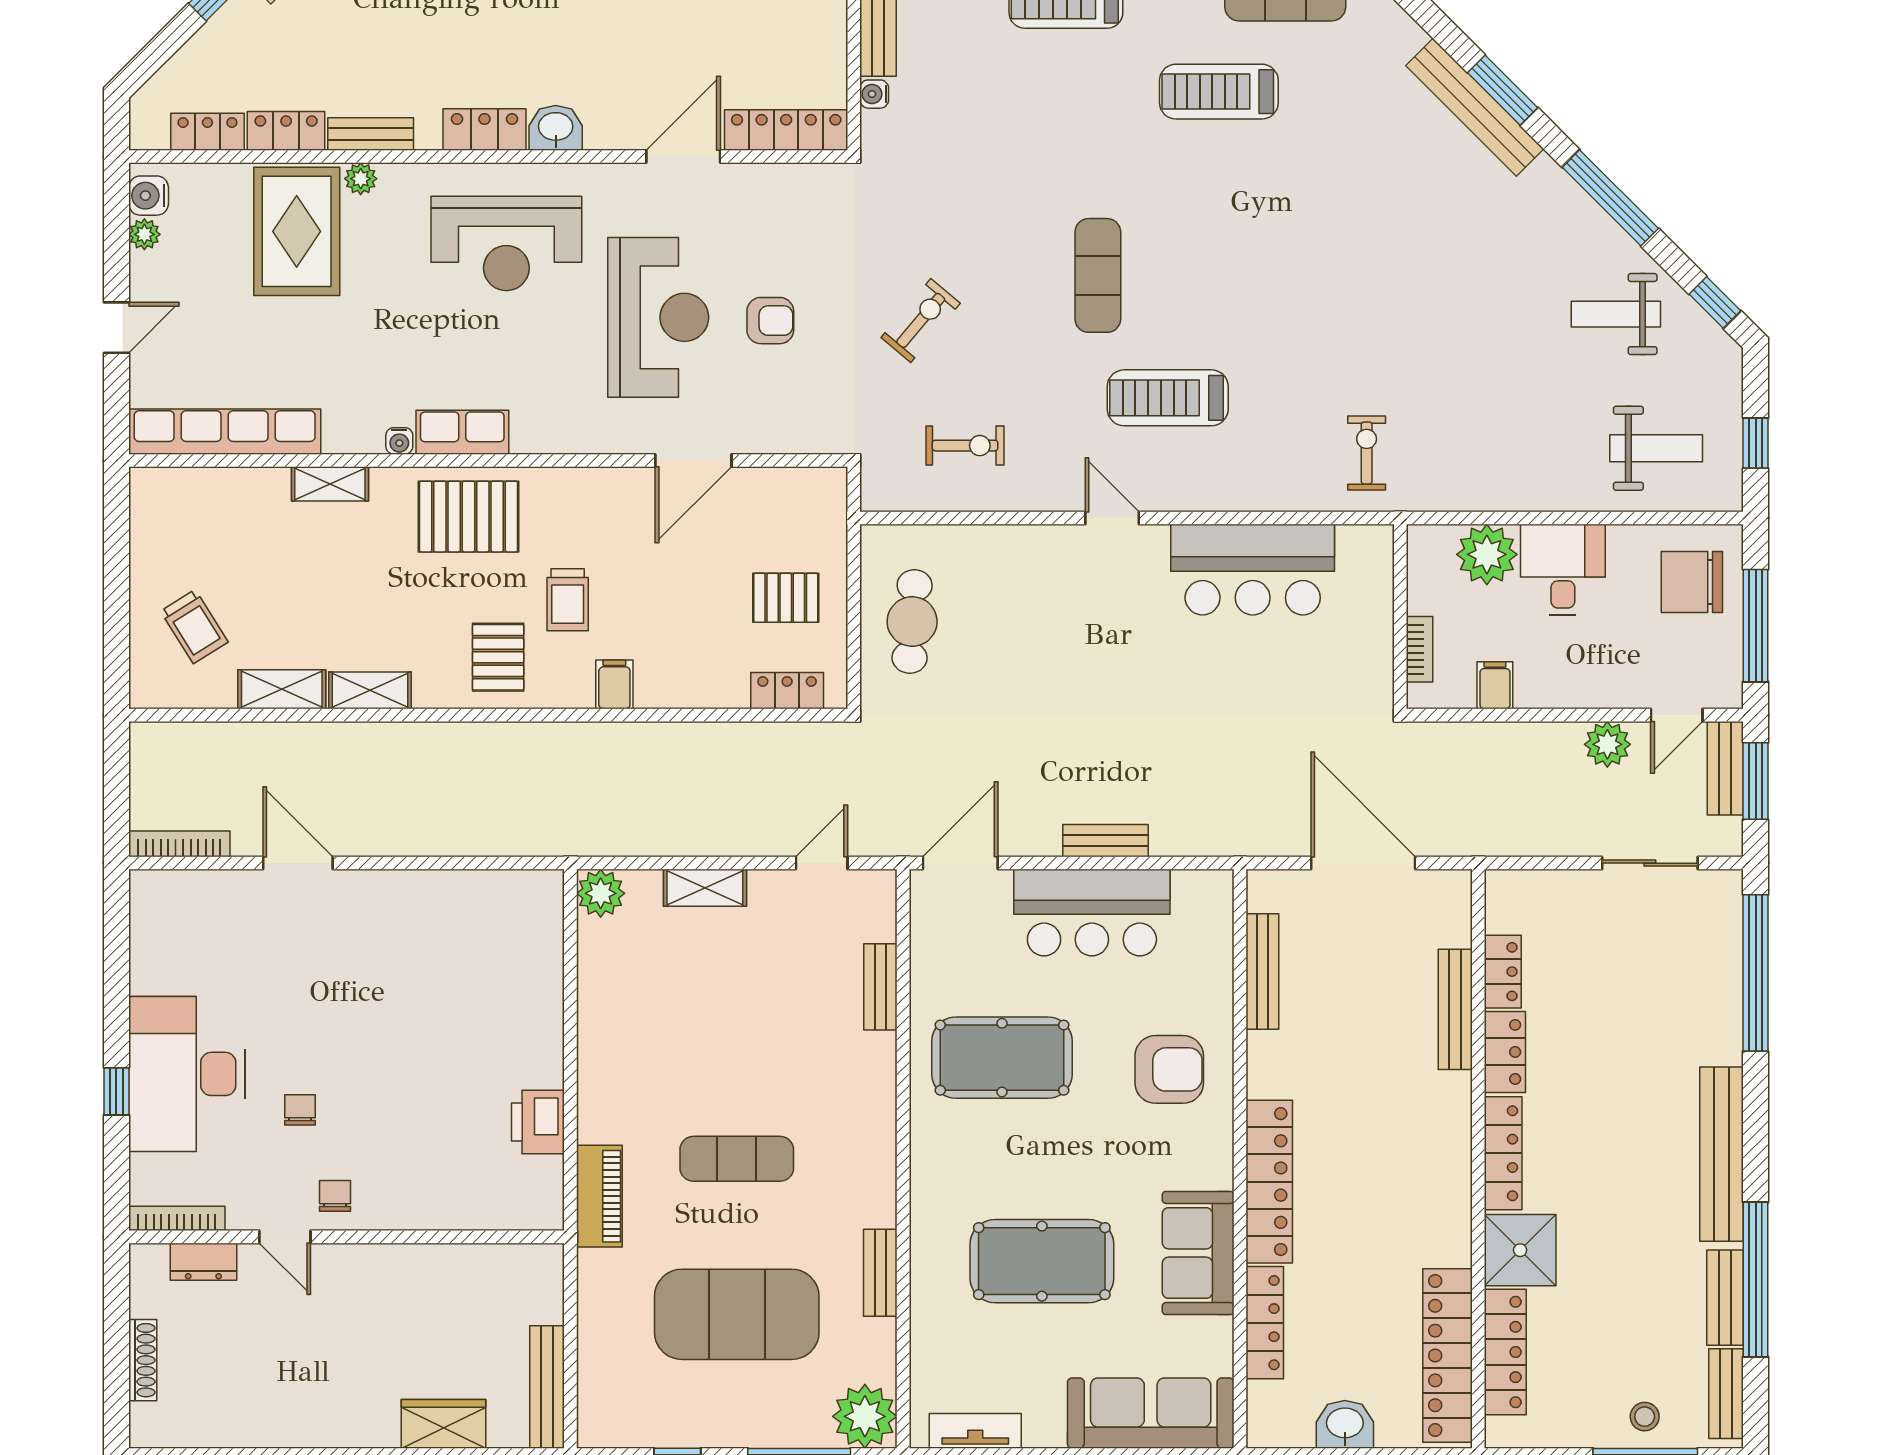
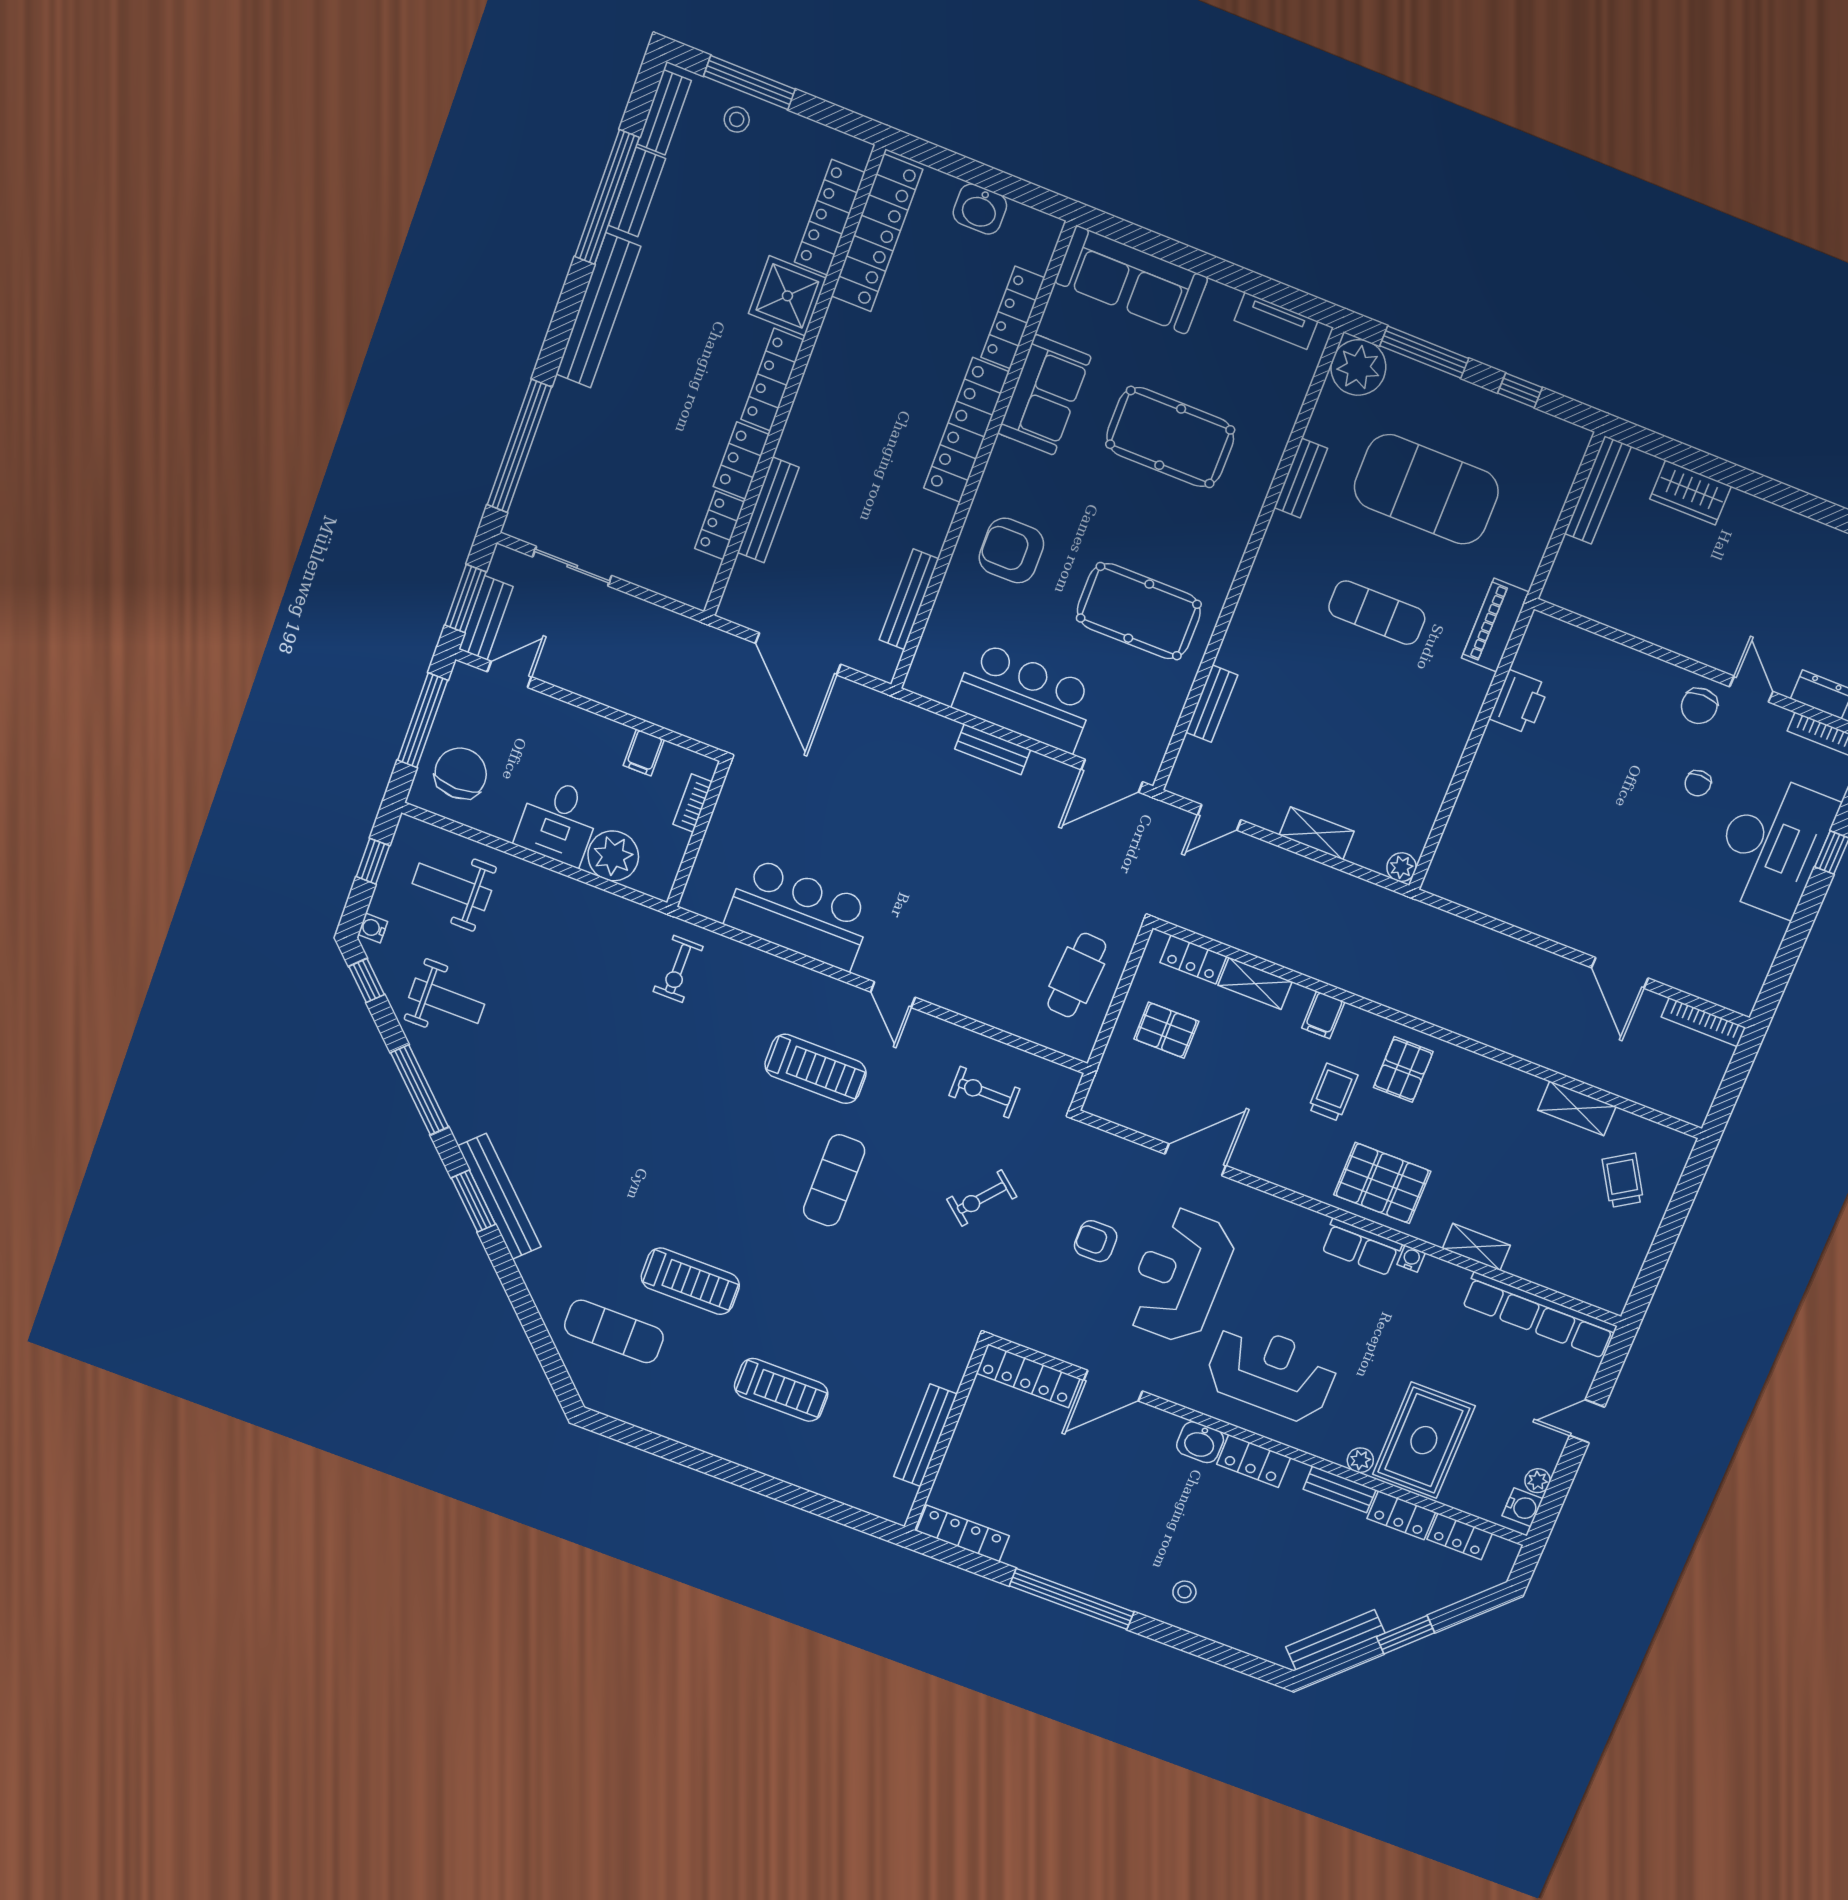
water cooler: (874, 94) -> (373, 928), moved, turned 180
chair: (1692, 582) -> (461, 773), turned -90
shelving: (370, 690) -> (1255, 983), moved
plant: (1607, 744) -> (572, 672), removed
plant: (601, 893) -> (1401, 867), width x0.73, depth x0.73
chair: (335, 1196) -> (1699, 706), width x1.37, depth x1.37

